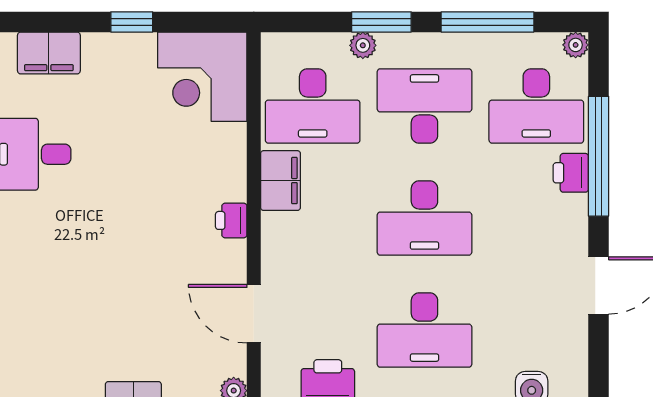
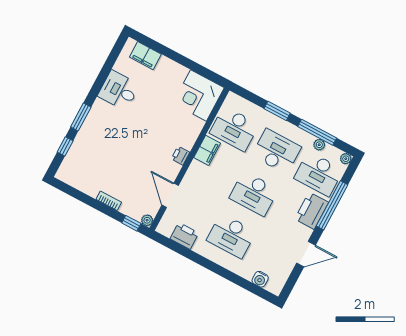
window: (132, 22) -> (183, 61), removed
plant: (363, 45) -> (319, 145), moved
printer: (571, 173) -> (312, 211), width x1.87, depth x1.48

